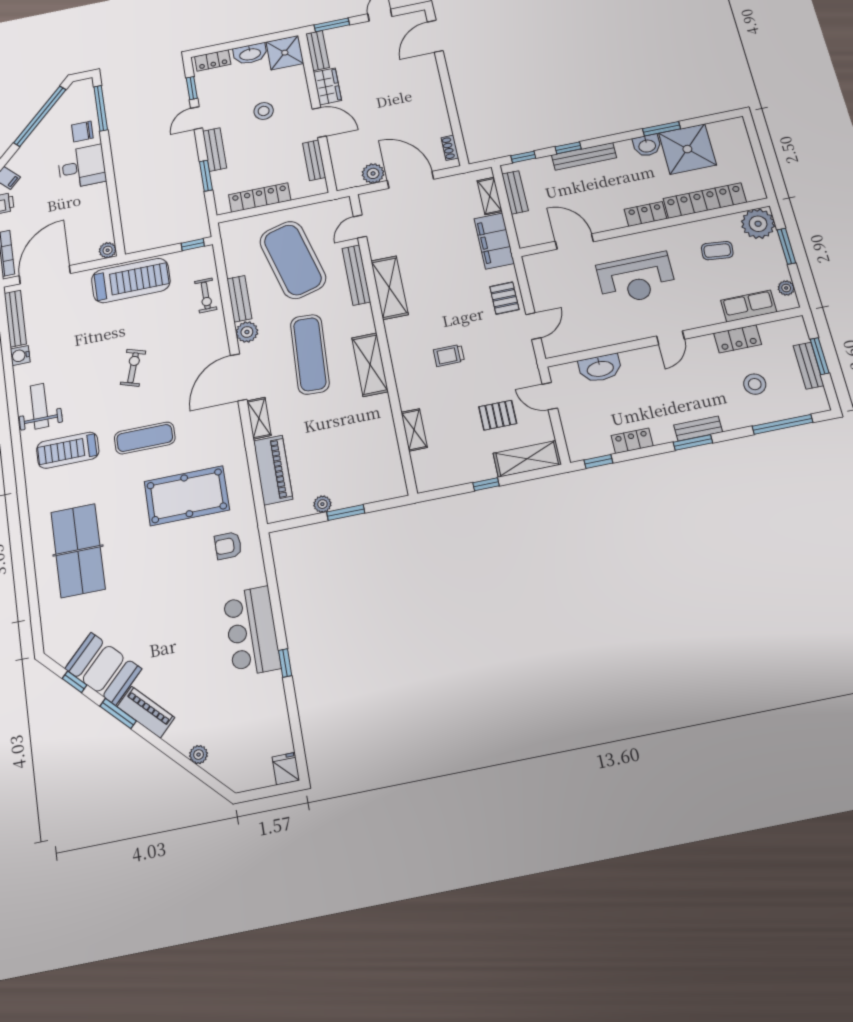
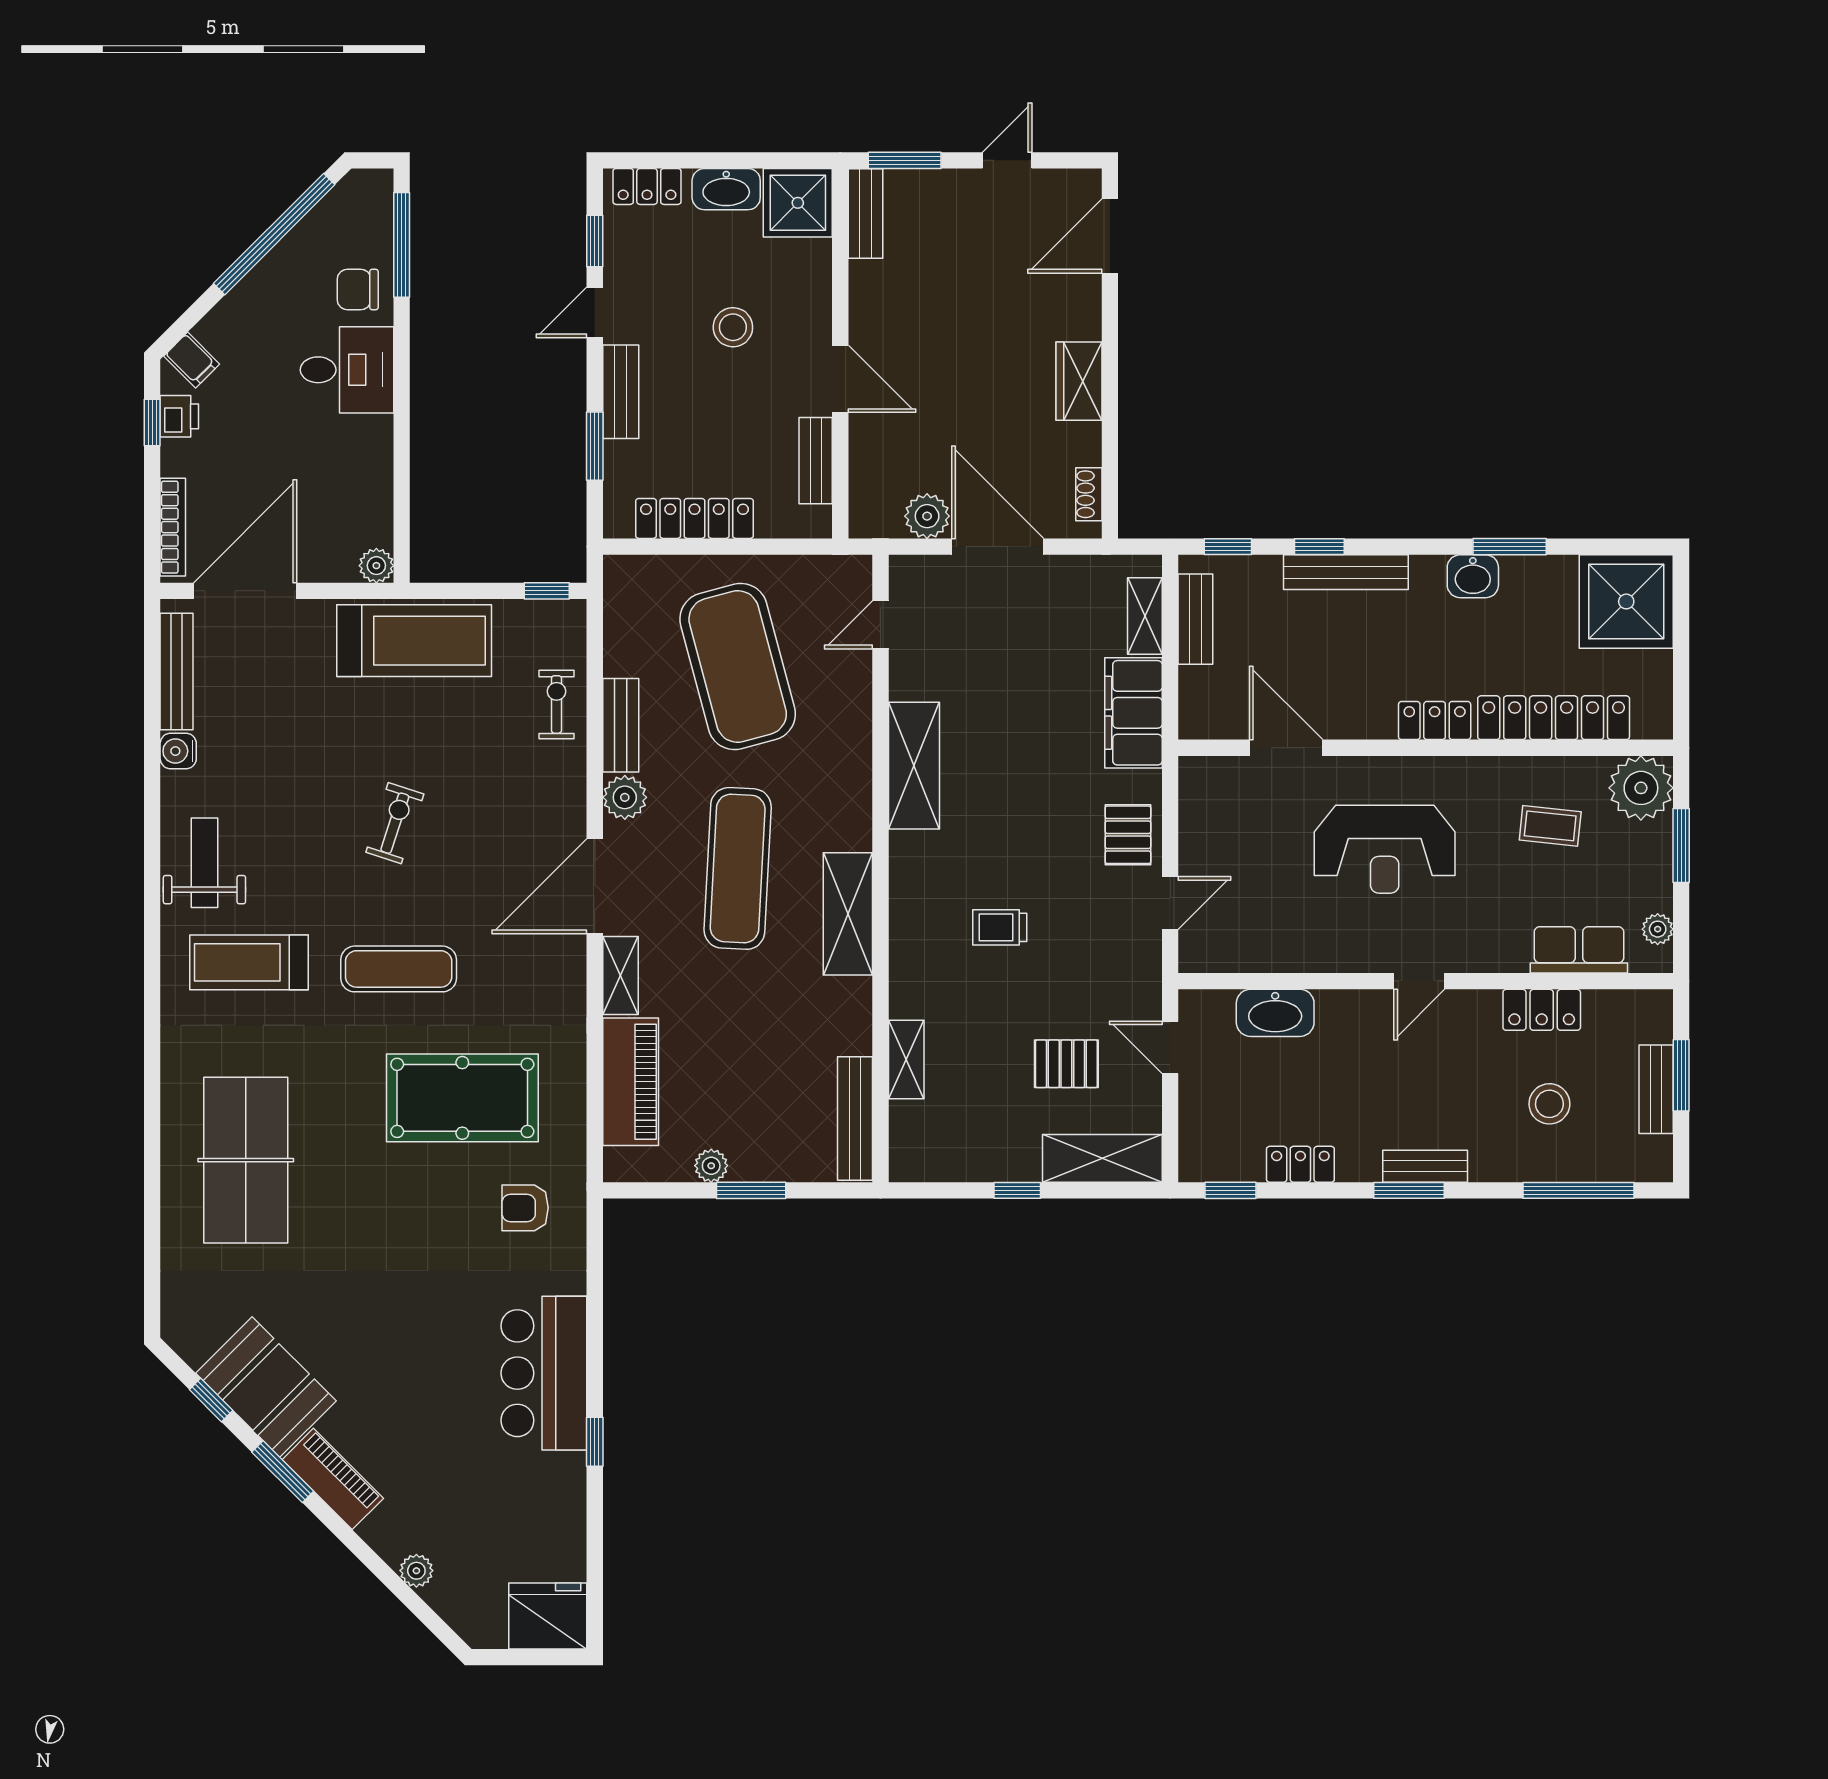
wardrobe: (327, 86) -> (1079, 381), moved, turned 180
shower: (687, 149) -> (1626, 601), moved
bench: (356, 275) -> (855, 1118), moved
exercise bike: (206, 296) -> (556, 704), turned 180
fridge: (286, 769) -> (548, 1616), width x1.88, depth x1.34

